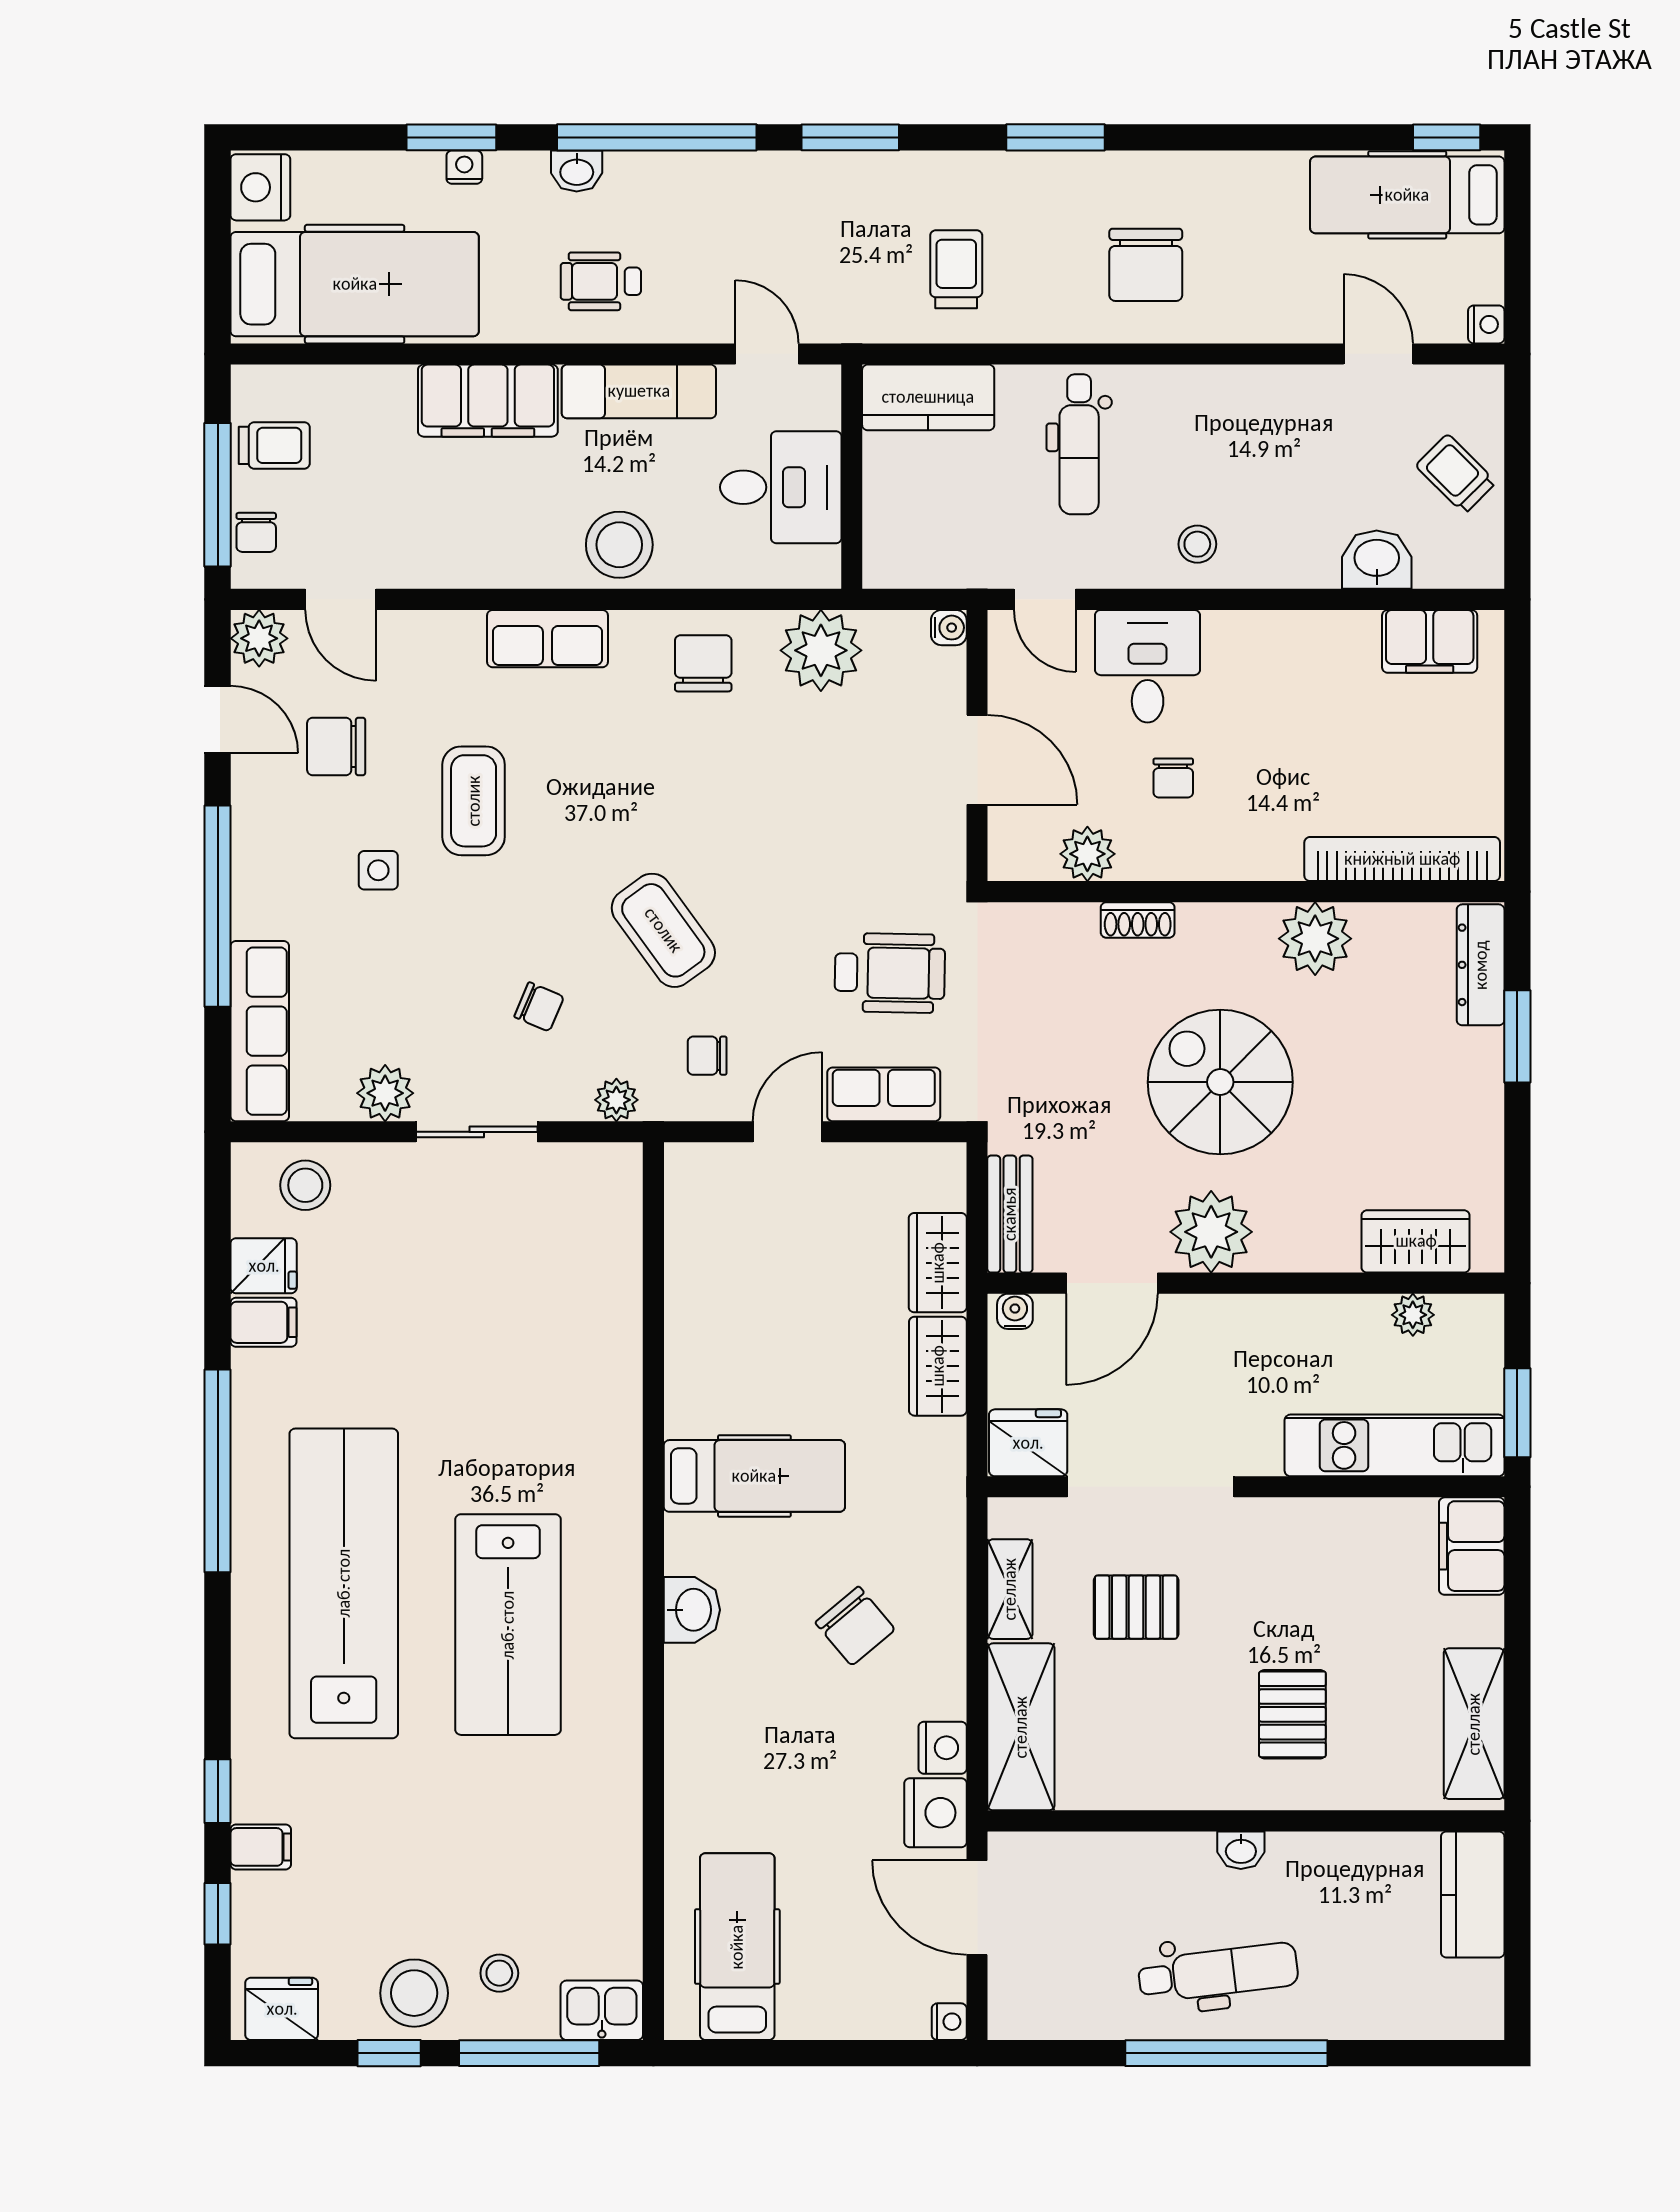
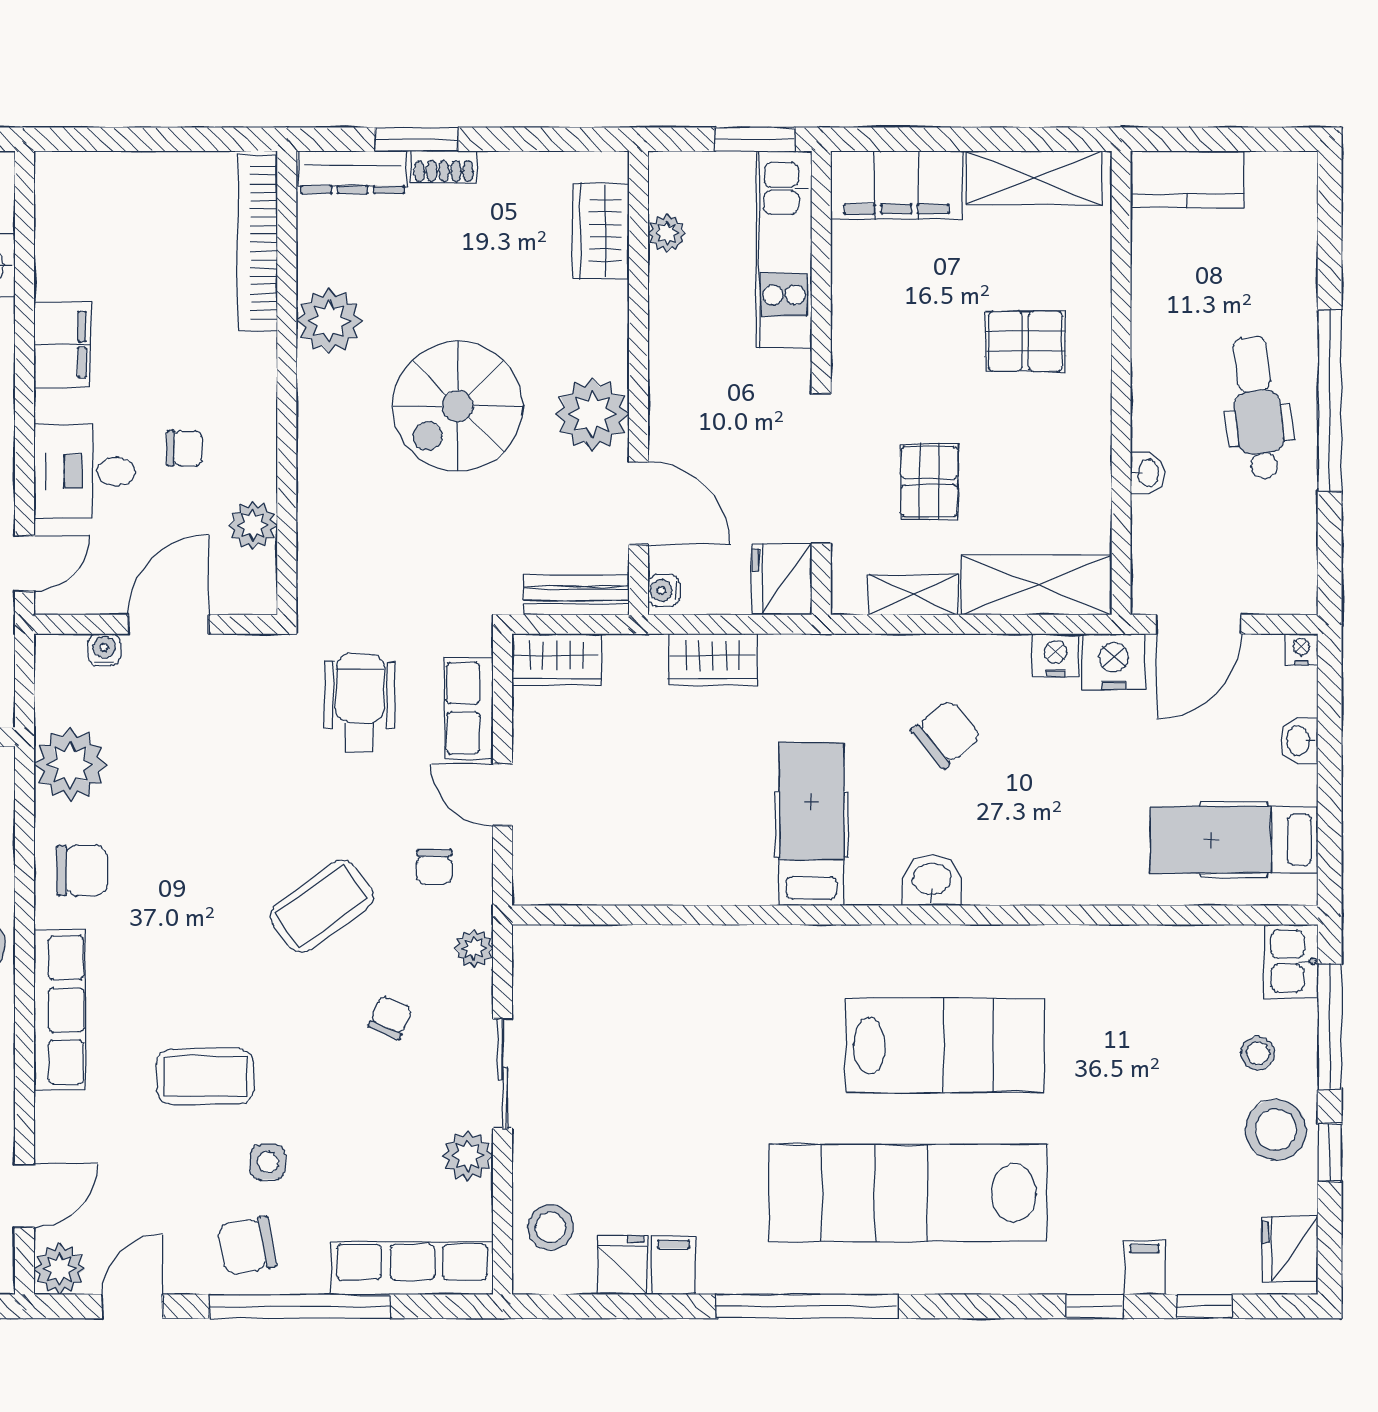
water cooler: (949, 628) -> (104, 650), moved
row of seats: (548, 639) -> (60, 1010), width x1.48
filing cabinet: (1430, 641) -> (62, 344), moved
chair: (703, 663) -> (82, 870), turned 180
chair: (336, 746) -> (247, 1246), moved, turned 79
shoe rack: (1138, 920) -> (444, 167), moved, turned 90
wardrobe: (938, 1263) -> (557, 660), moved
filing cabinet: (1472, 1546) -> (896, 185), width x1.50, depth x1.17
washbasin: (1241, 1850) -> (1148, 473), moved
washbasin: (848, 2019) -> (1299, 741), added

